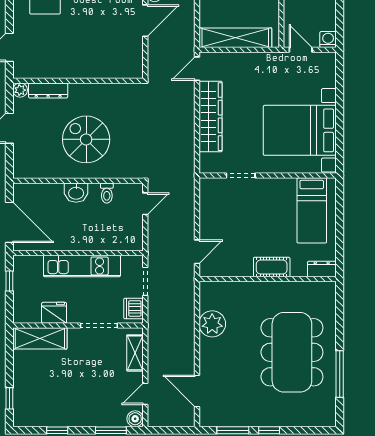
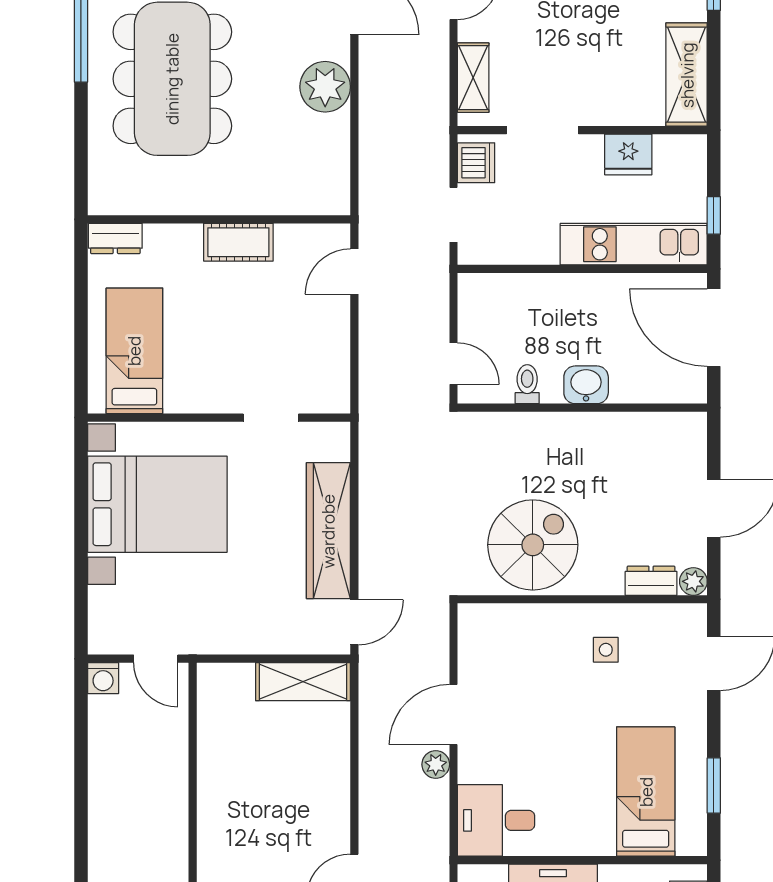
shelving: (235, 38) -> (303, 682), width x0.68
side table: (66, 54) -> (606, 650), added
dresser: (48, 90) -> (651, 581), width x0.70
spiral stairs: (86, 139) -> (533, 545), moved, turned -90
door: (145, 204) -> (454, 364), swing flipped
kitchen unit: (82, 266) -> (634, 244), moved
cot: (272, 267) -> (238, 242), moved
plant: (212, 324) -> (325, 87), moved
shelving: (40, 338) -> (687, 75), moved, turned 90

